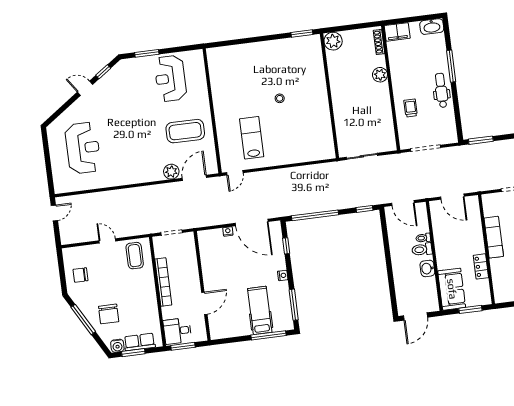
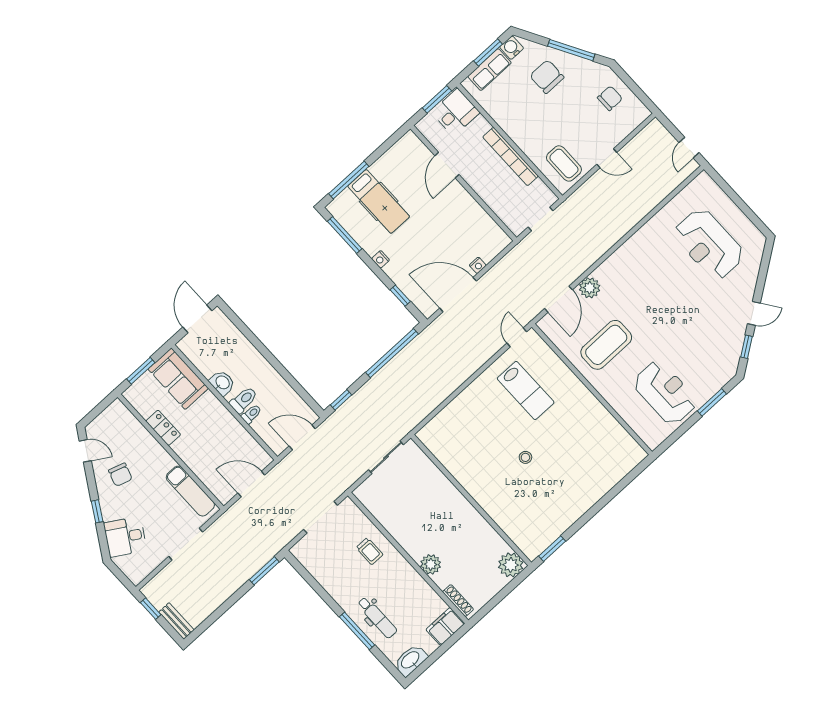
dental chair: (441, 90) -> (377, 618), moved
exam couch: (494, 237) -> (190, 491), moved

